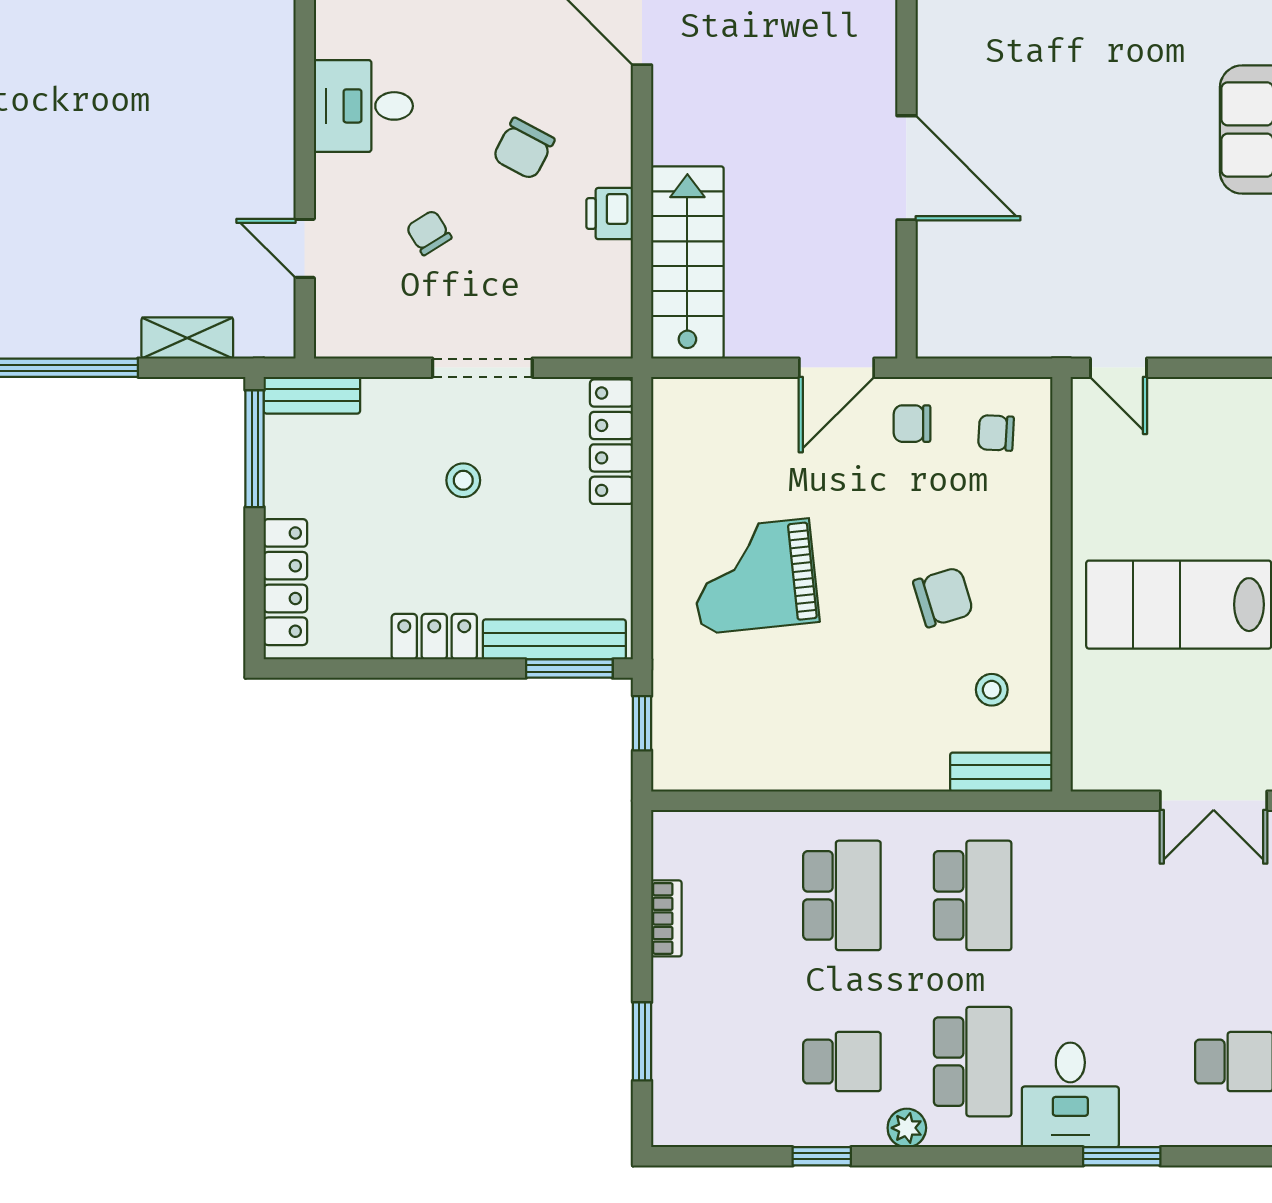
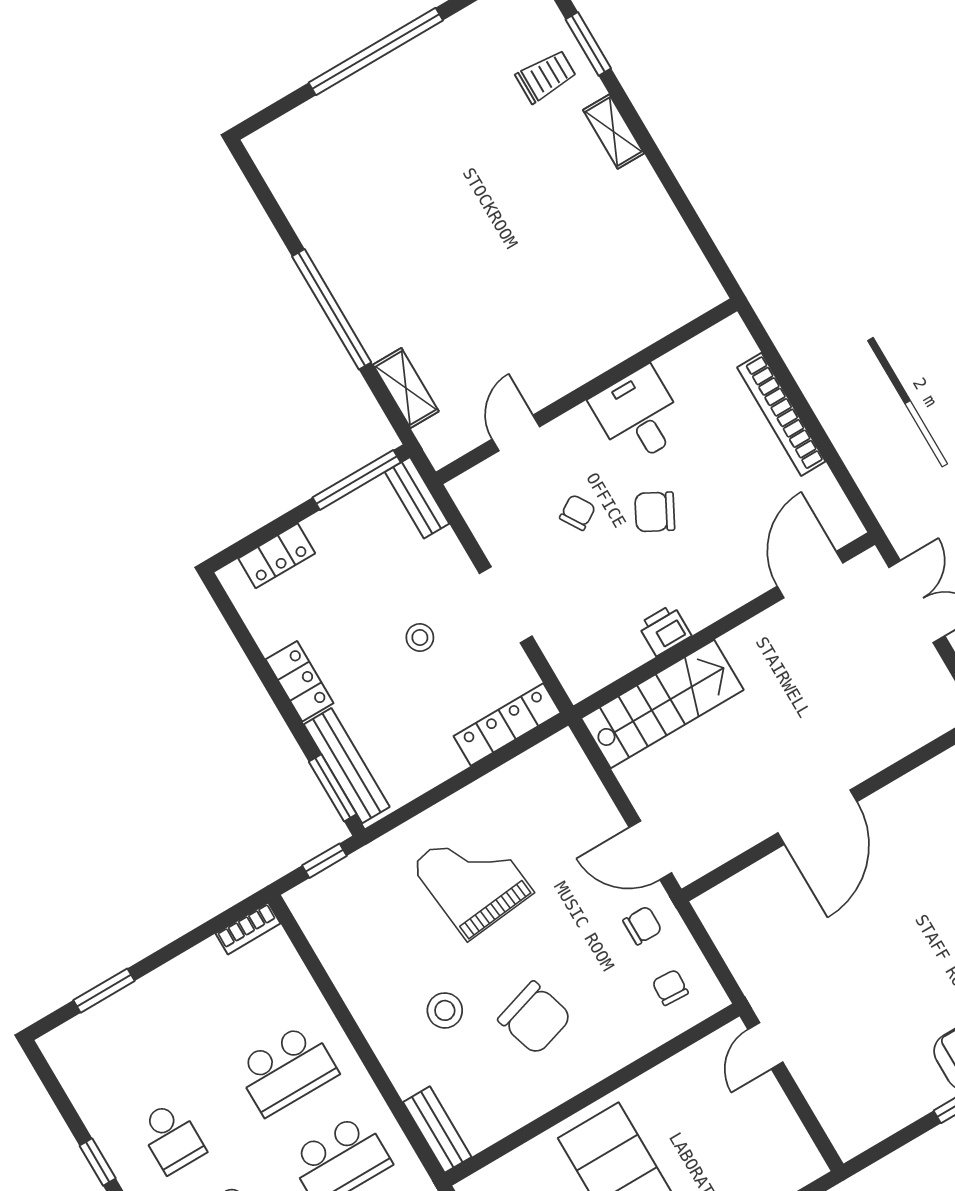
chair: (524, 149) -> (655, 512), moved
chair: (912, 424) -> (642, 925), turned 90
locker: (285, 582) -> (277, 556), width x0.66
chair: (943, 597) -> (535, 1018), width x1.37, depth x1.37
stool: (992, 690) -> (445, 1010), moved, width x1.37, depth x1.37
bookcase: (666, 918) -> (248, 928), moved

